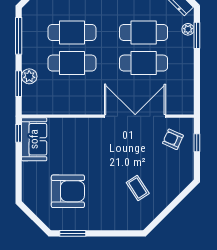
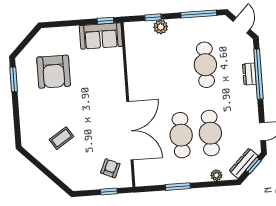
window: (197, 35) -> (178, 187), moved
cafe table: (72, 63) -> (176, 67), removed
window: (19, 84) -> (153, 17), width x0.67

